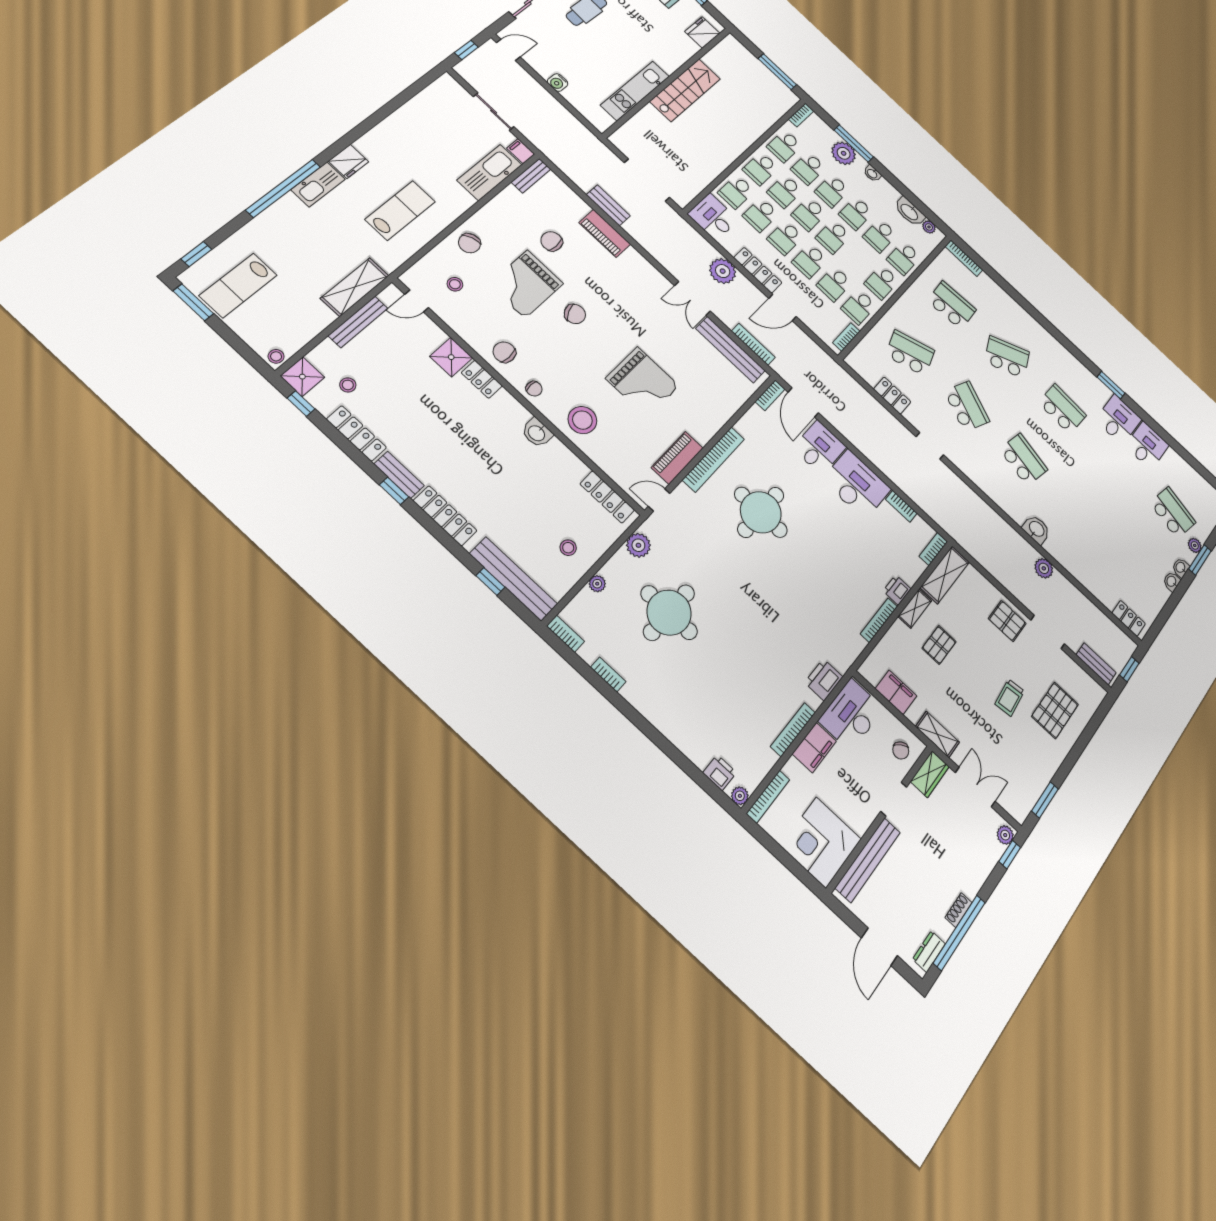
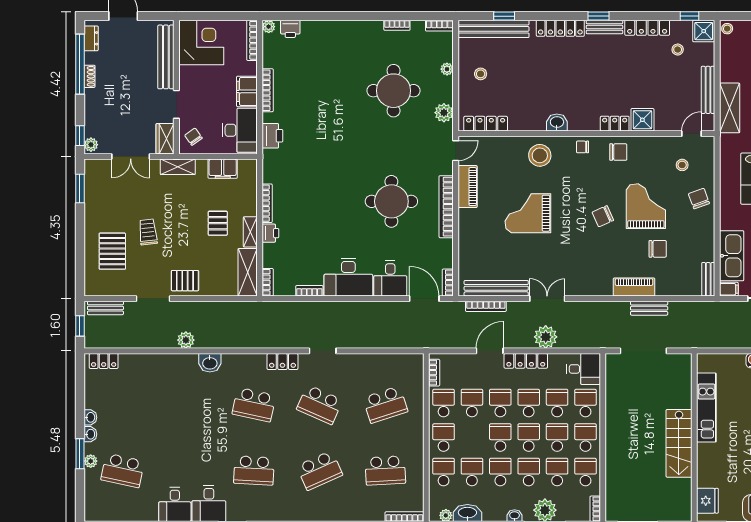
locker: (892, 395) -> (282, 362), moved

